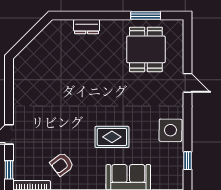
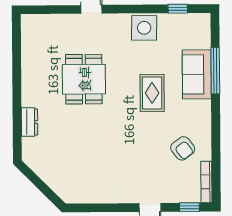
window: (146, 15) -> (17, 56), removed
dining table: (146, 49) -> (84, 79), moved, turned 90

